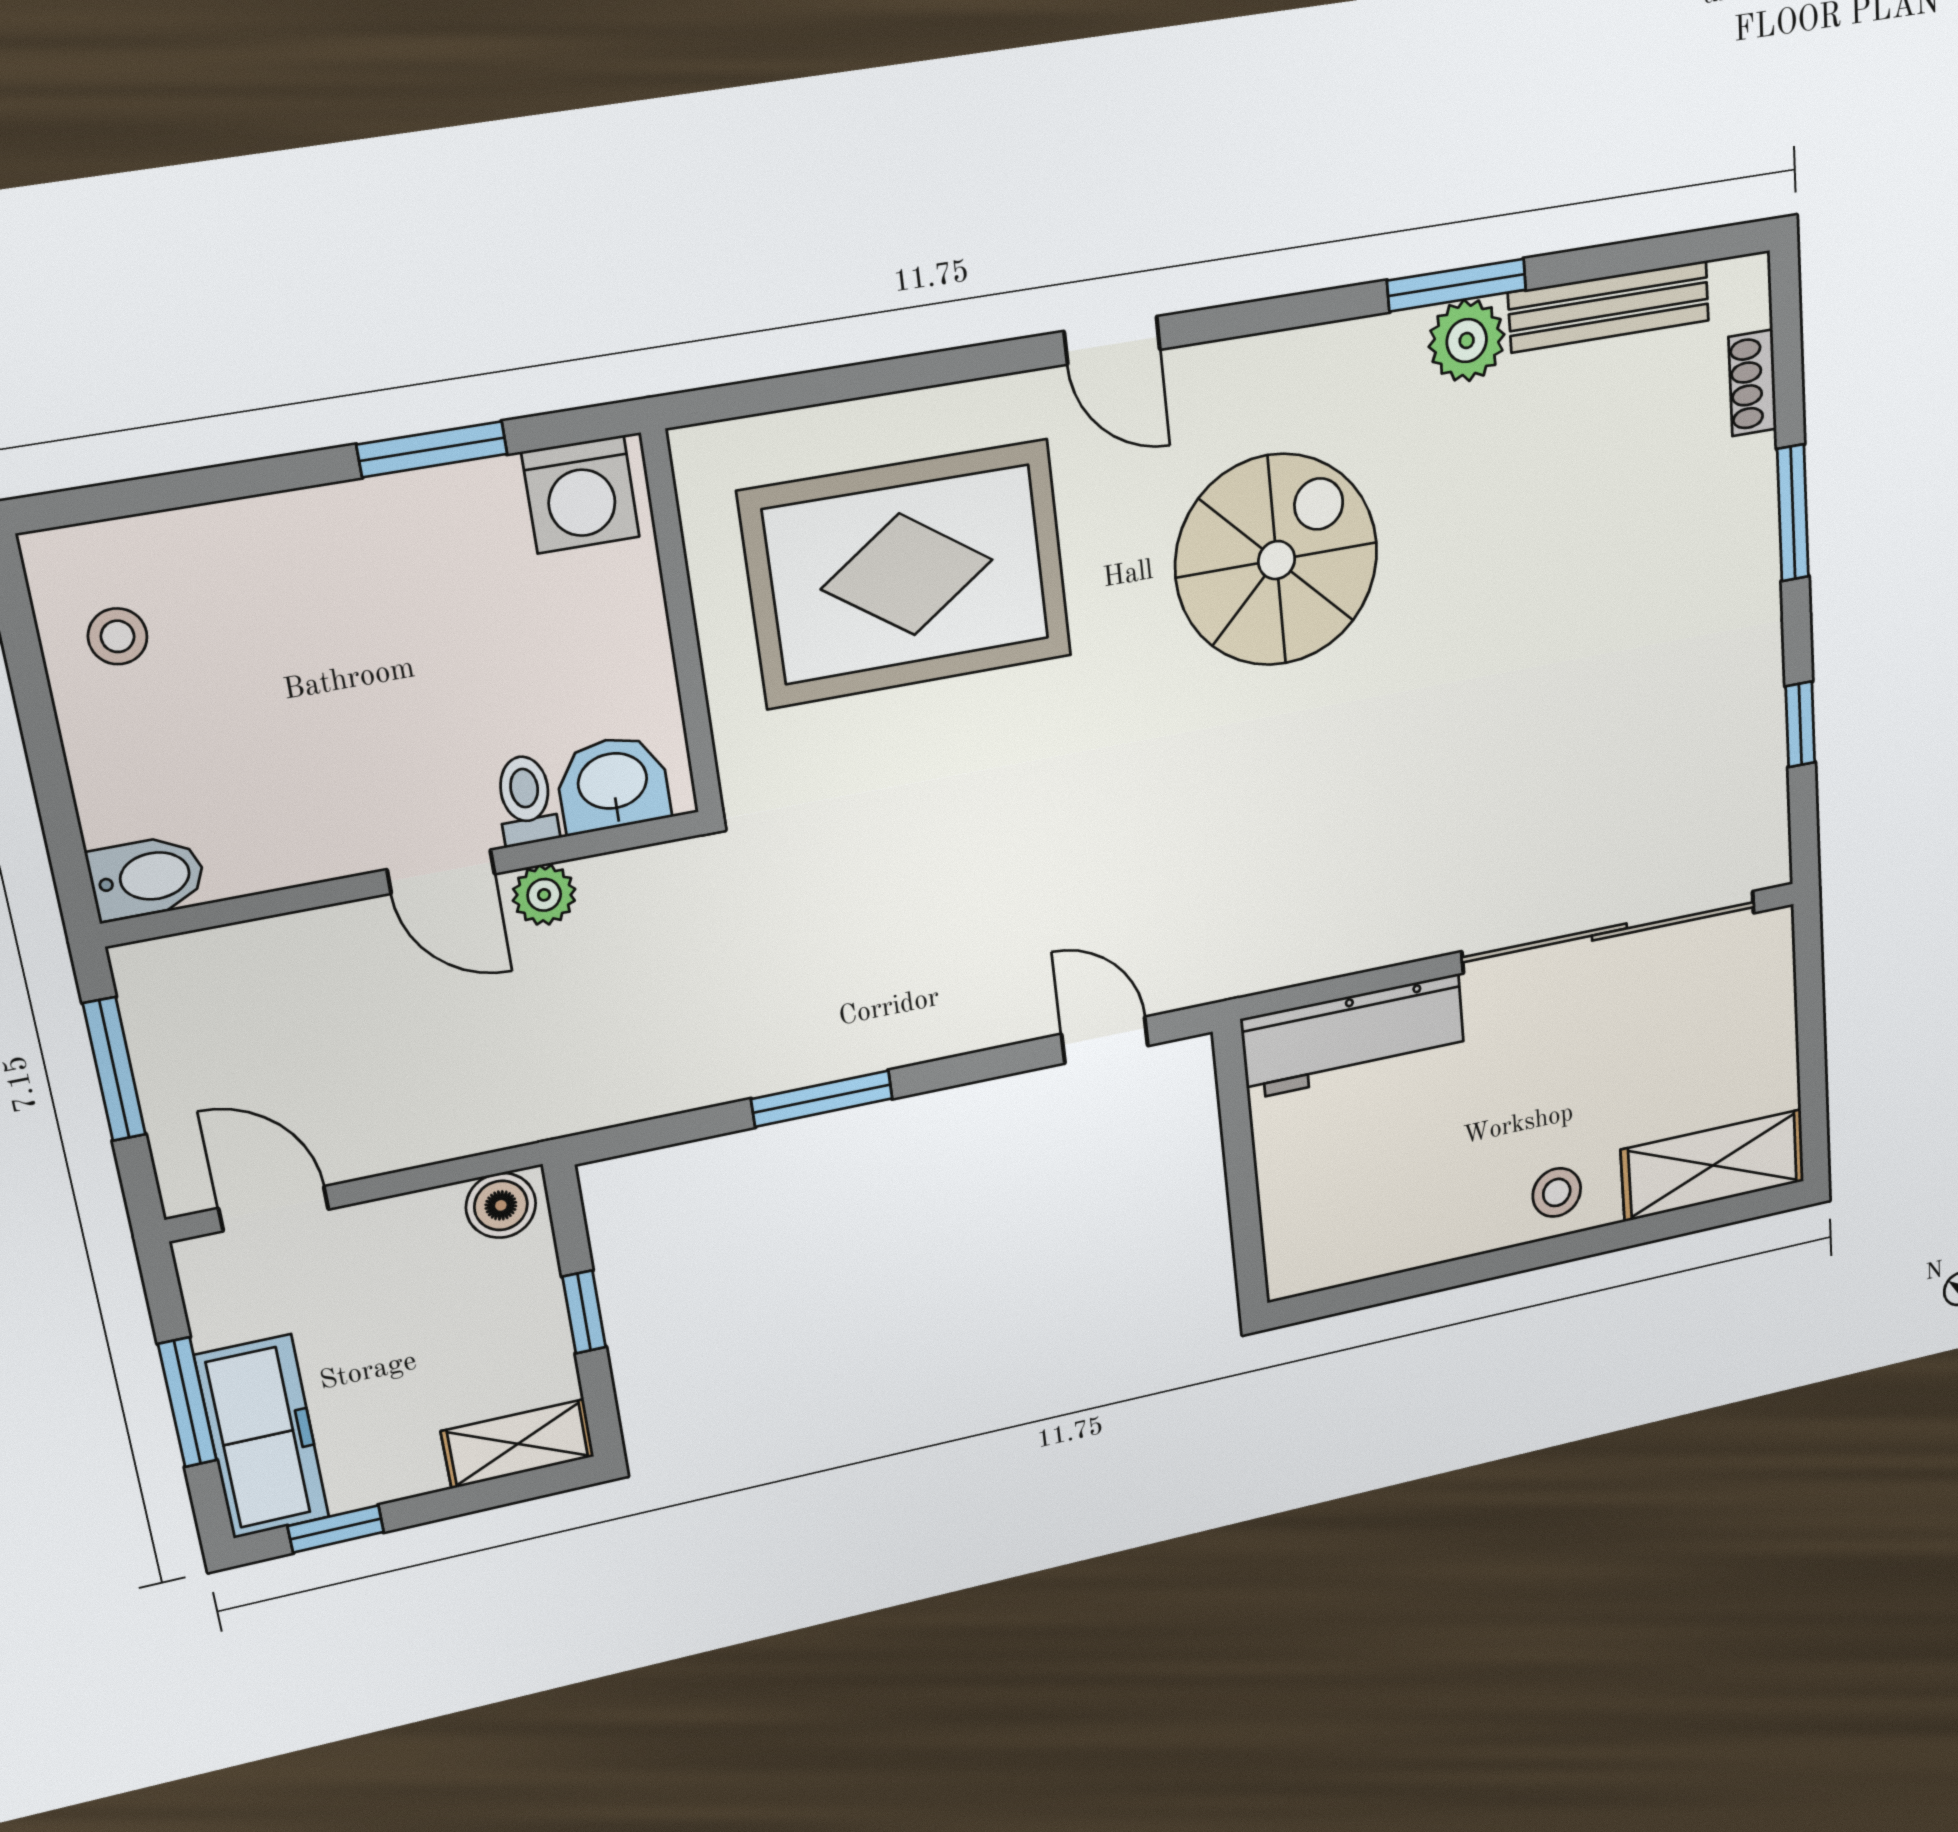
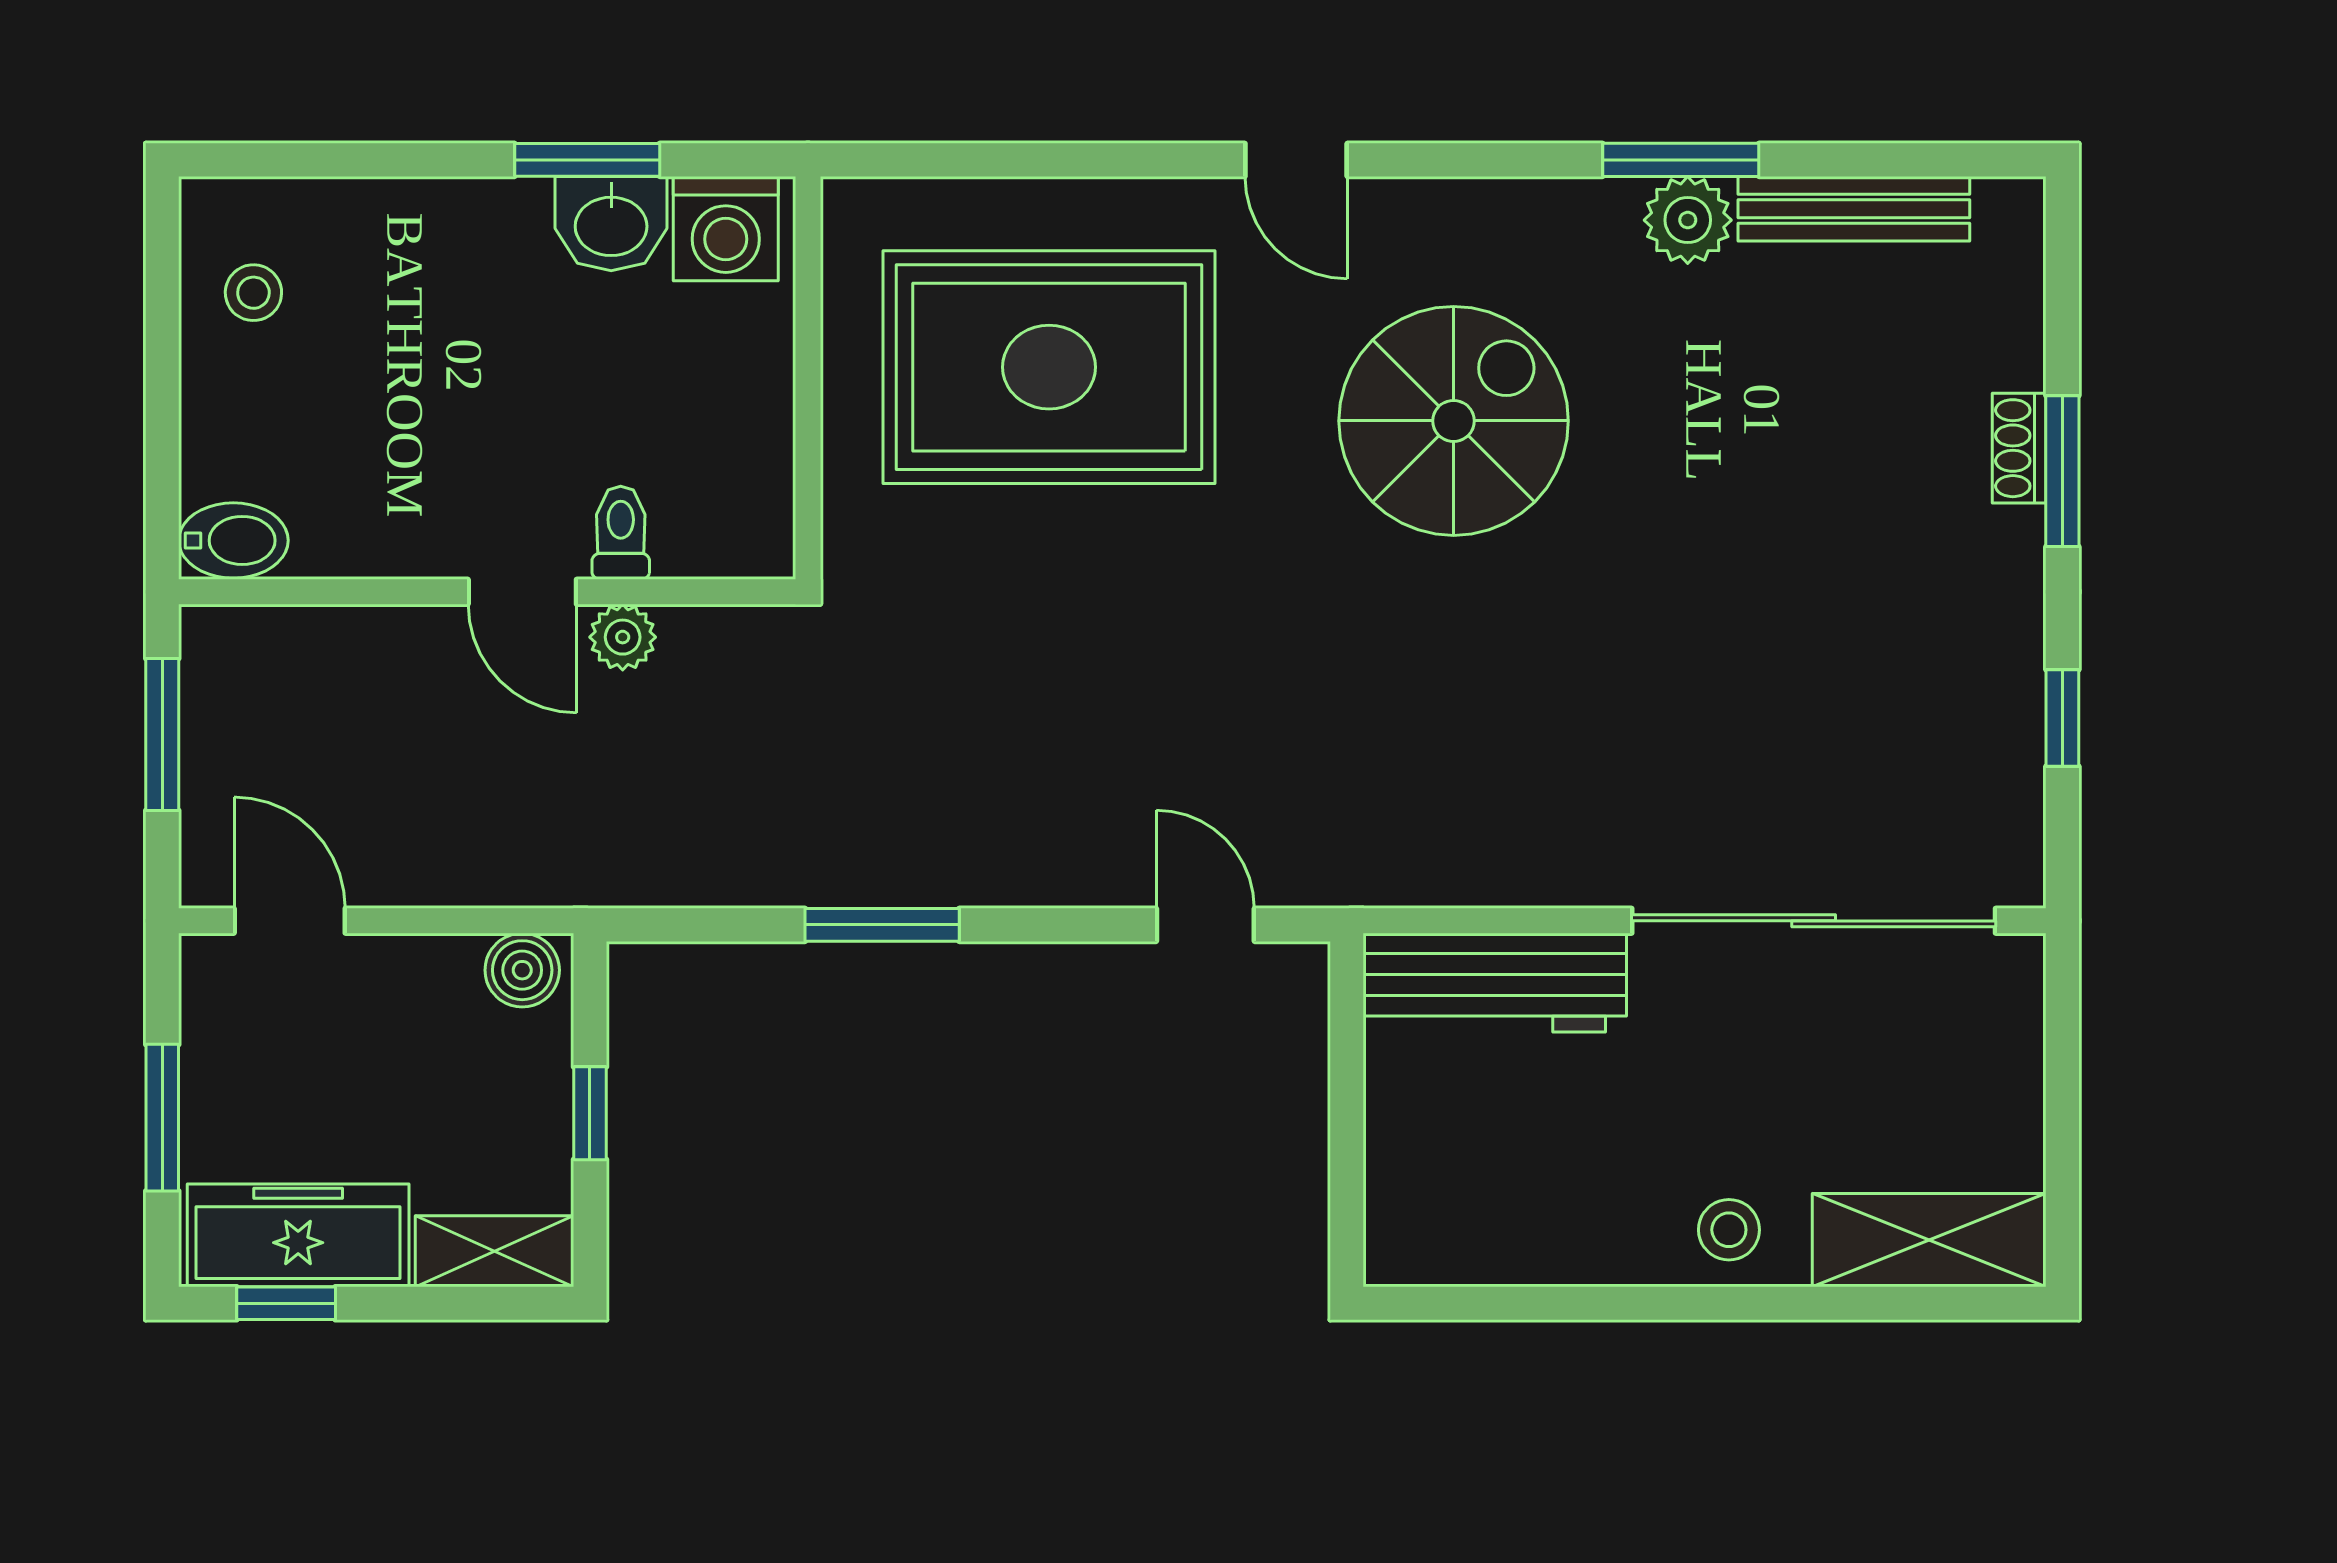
shoe rack: (1752, 383) -> (2019, 448), moved
washbasin: (613, 784) -> (611, 224), moved, turned 180
freezer: (262, 1437) -> (298, 1235), moved, turned -90

